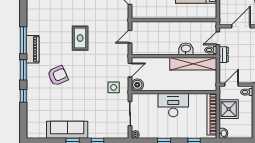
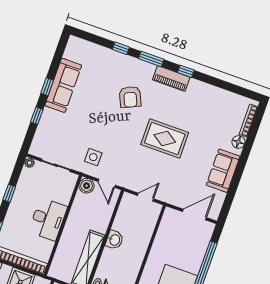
door: (130, 37) -> (146, 197), hinge flipped
rug: (80, 38) -> (165, 139), width x1.36, depth x1.43
window: (23, 40) -> (186, 71), width x0.46
washbasin: (186, 49) -> (114, 240), moved

